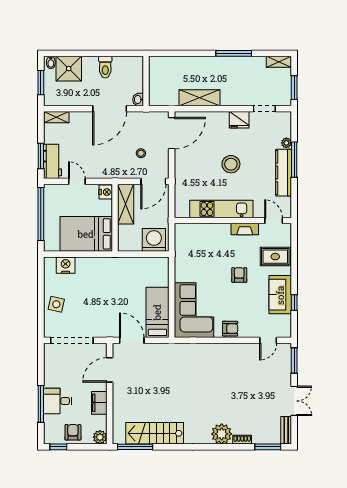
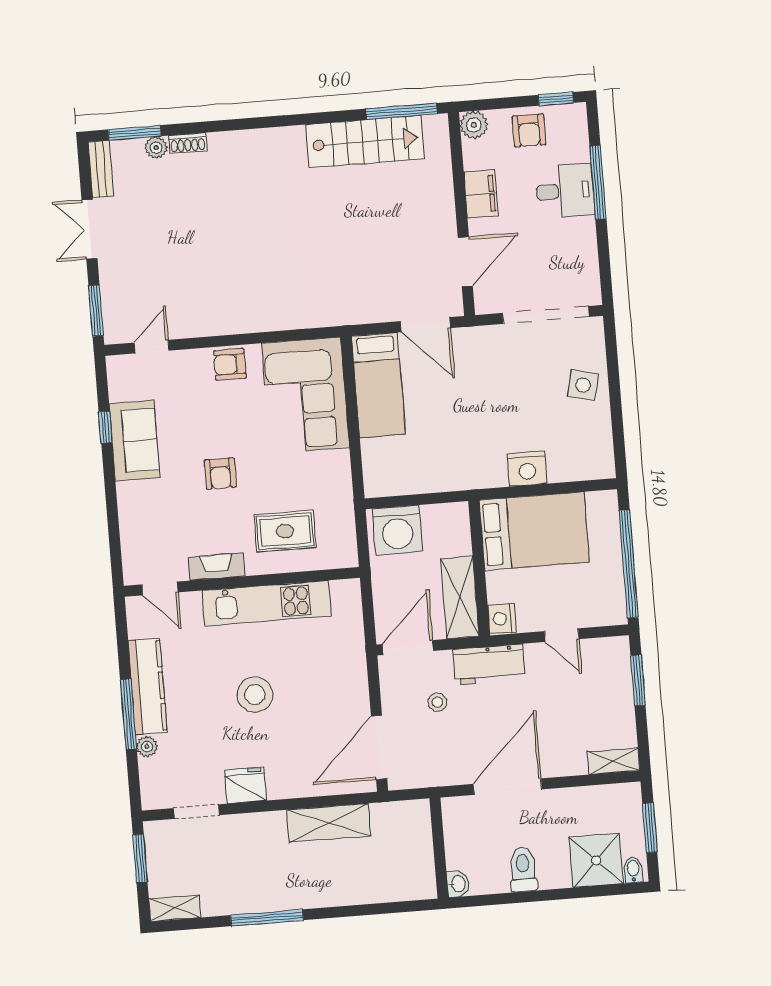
washbasin: (138, 100) -> (458, 884), moved
workbench: (52, 161) -> (489, 664), moved, turned -90
rug: (275, 257) -> (285, 531), moved
nightstand: (66, 265) -> (527, 469), moved
plant: (222, 434) -> (156, 148), moved, width x0.53, depth x0.53

